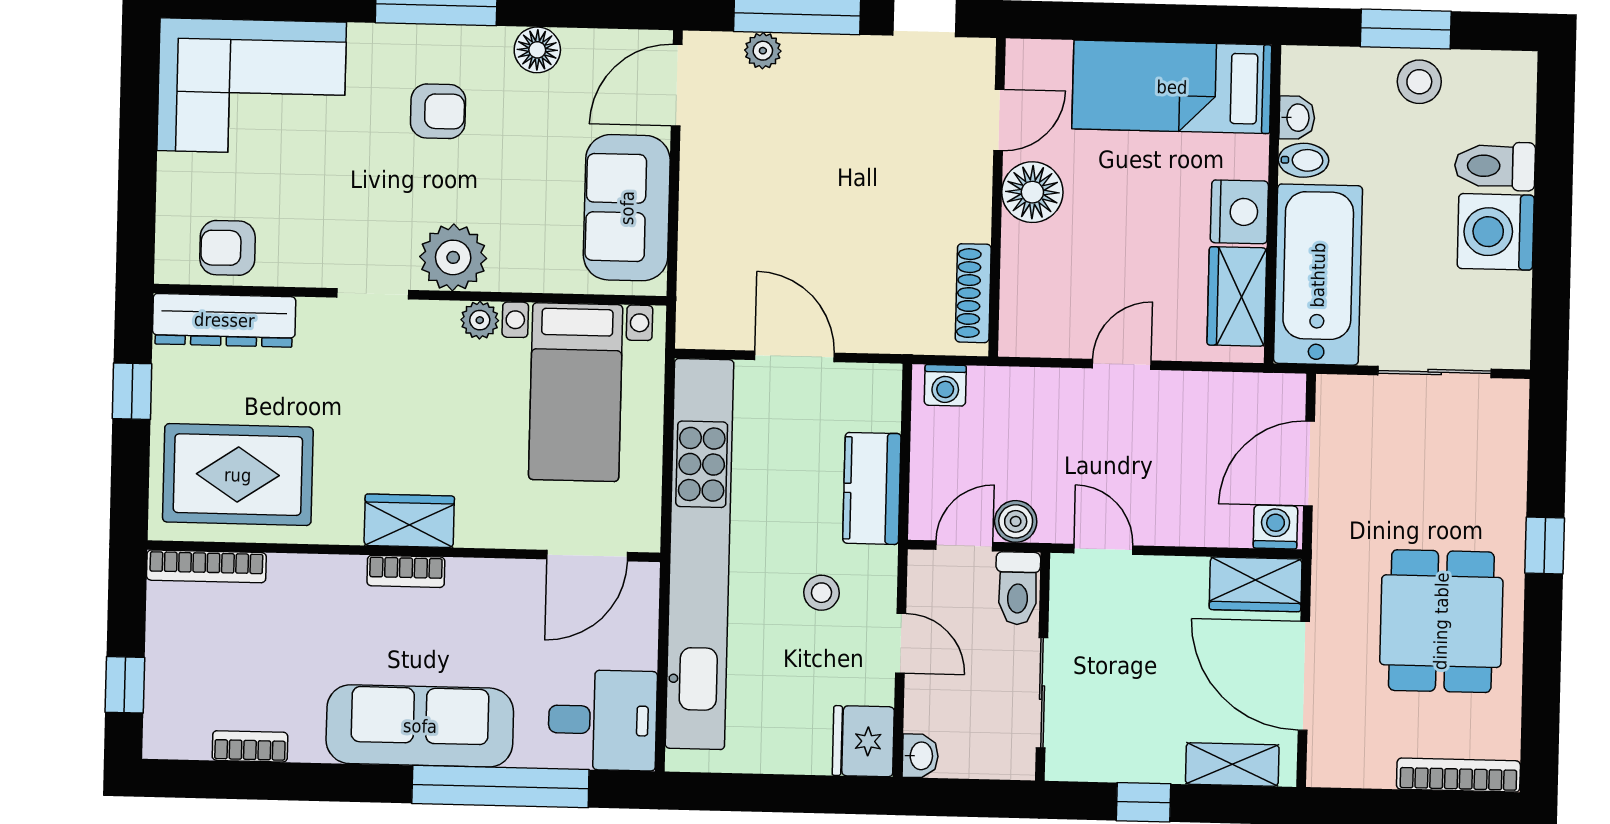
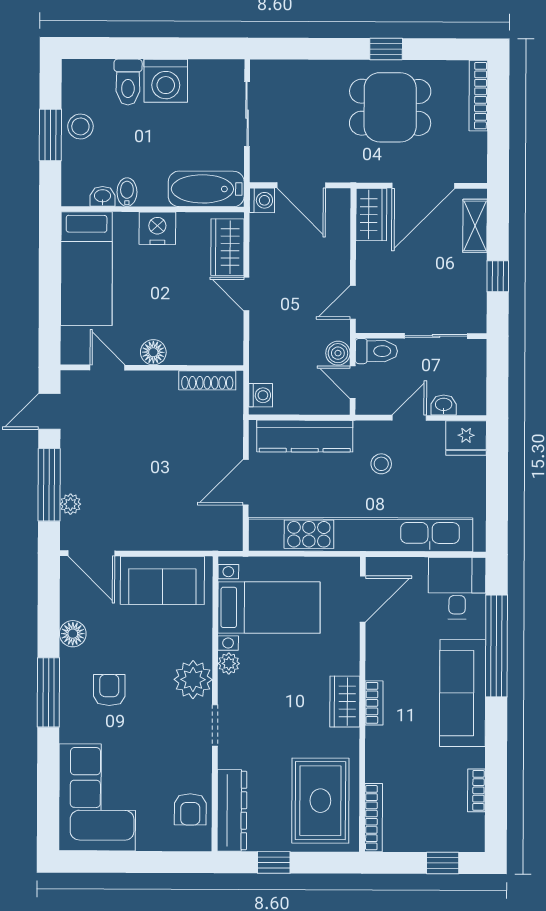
floor lamp: (1032, 192) -> (153, 352), width x0.73, depth x0.73
bathtub: (1318, 275) -> (206, 189), width x0.73, depth x0.73
wardrobe: (1237, 296) -> (227, 247), moved, turned 90
kitchen counter: (872, 488) -> (305, 436), width x1.50
washing machine: (1275, 527) -> (262, 200), moved, turned 180
window: (1545, 546) -> (386, 49), moved
door: (587, 556) -> (363, 599), hinge flipped
washbasin: (920, 756) -> (444, 405), moved

